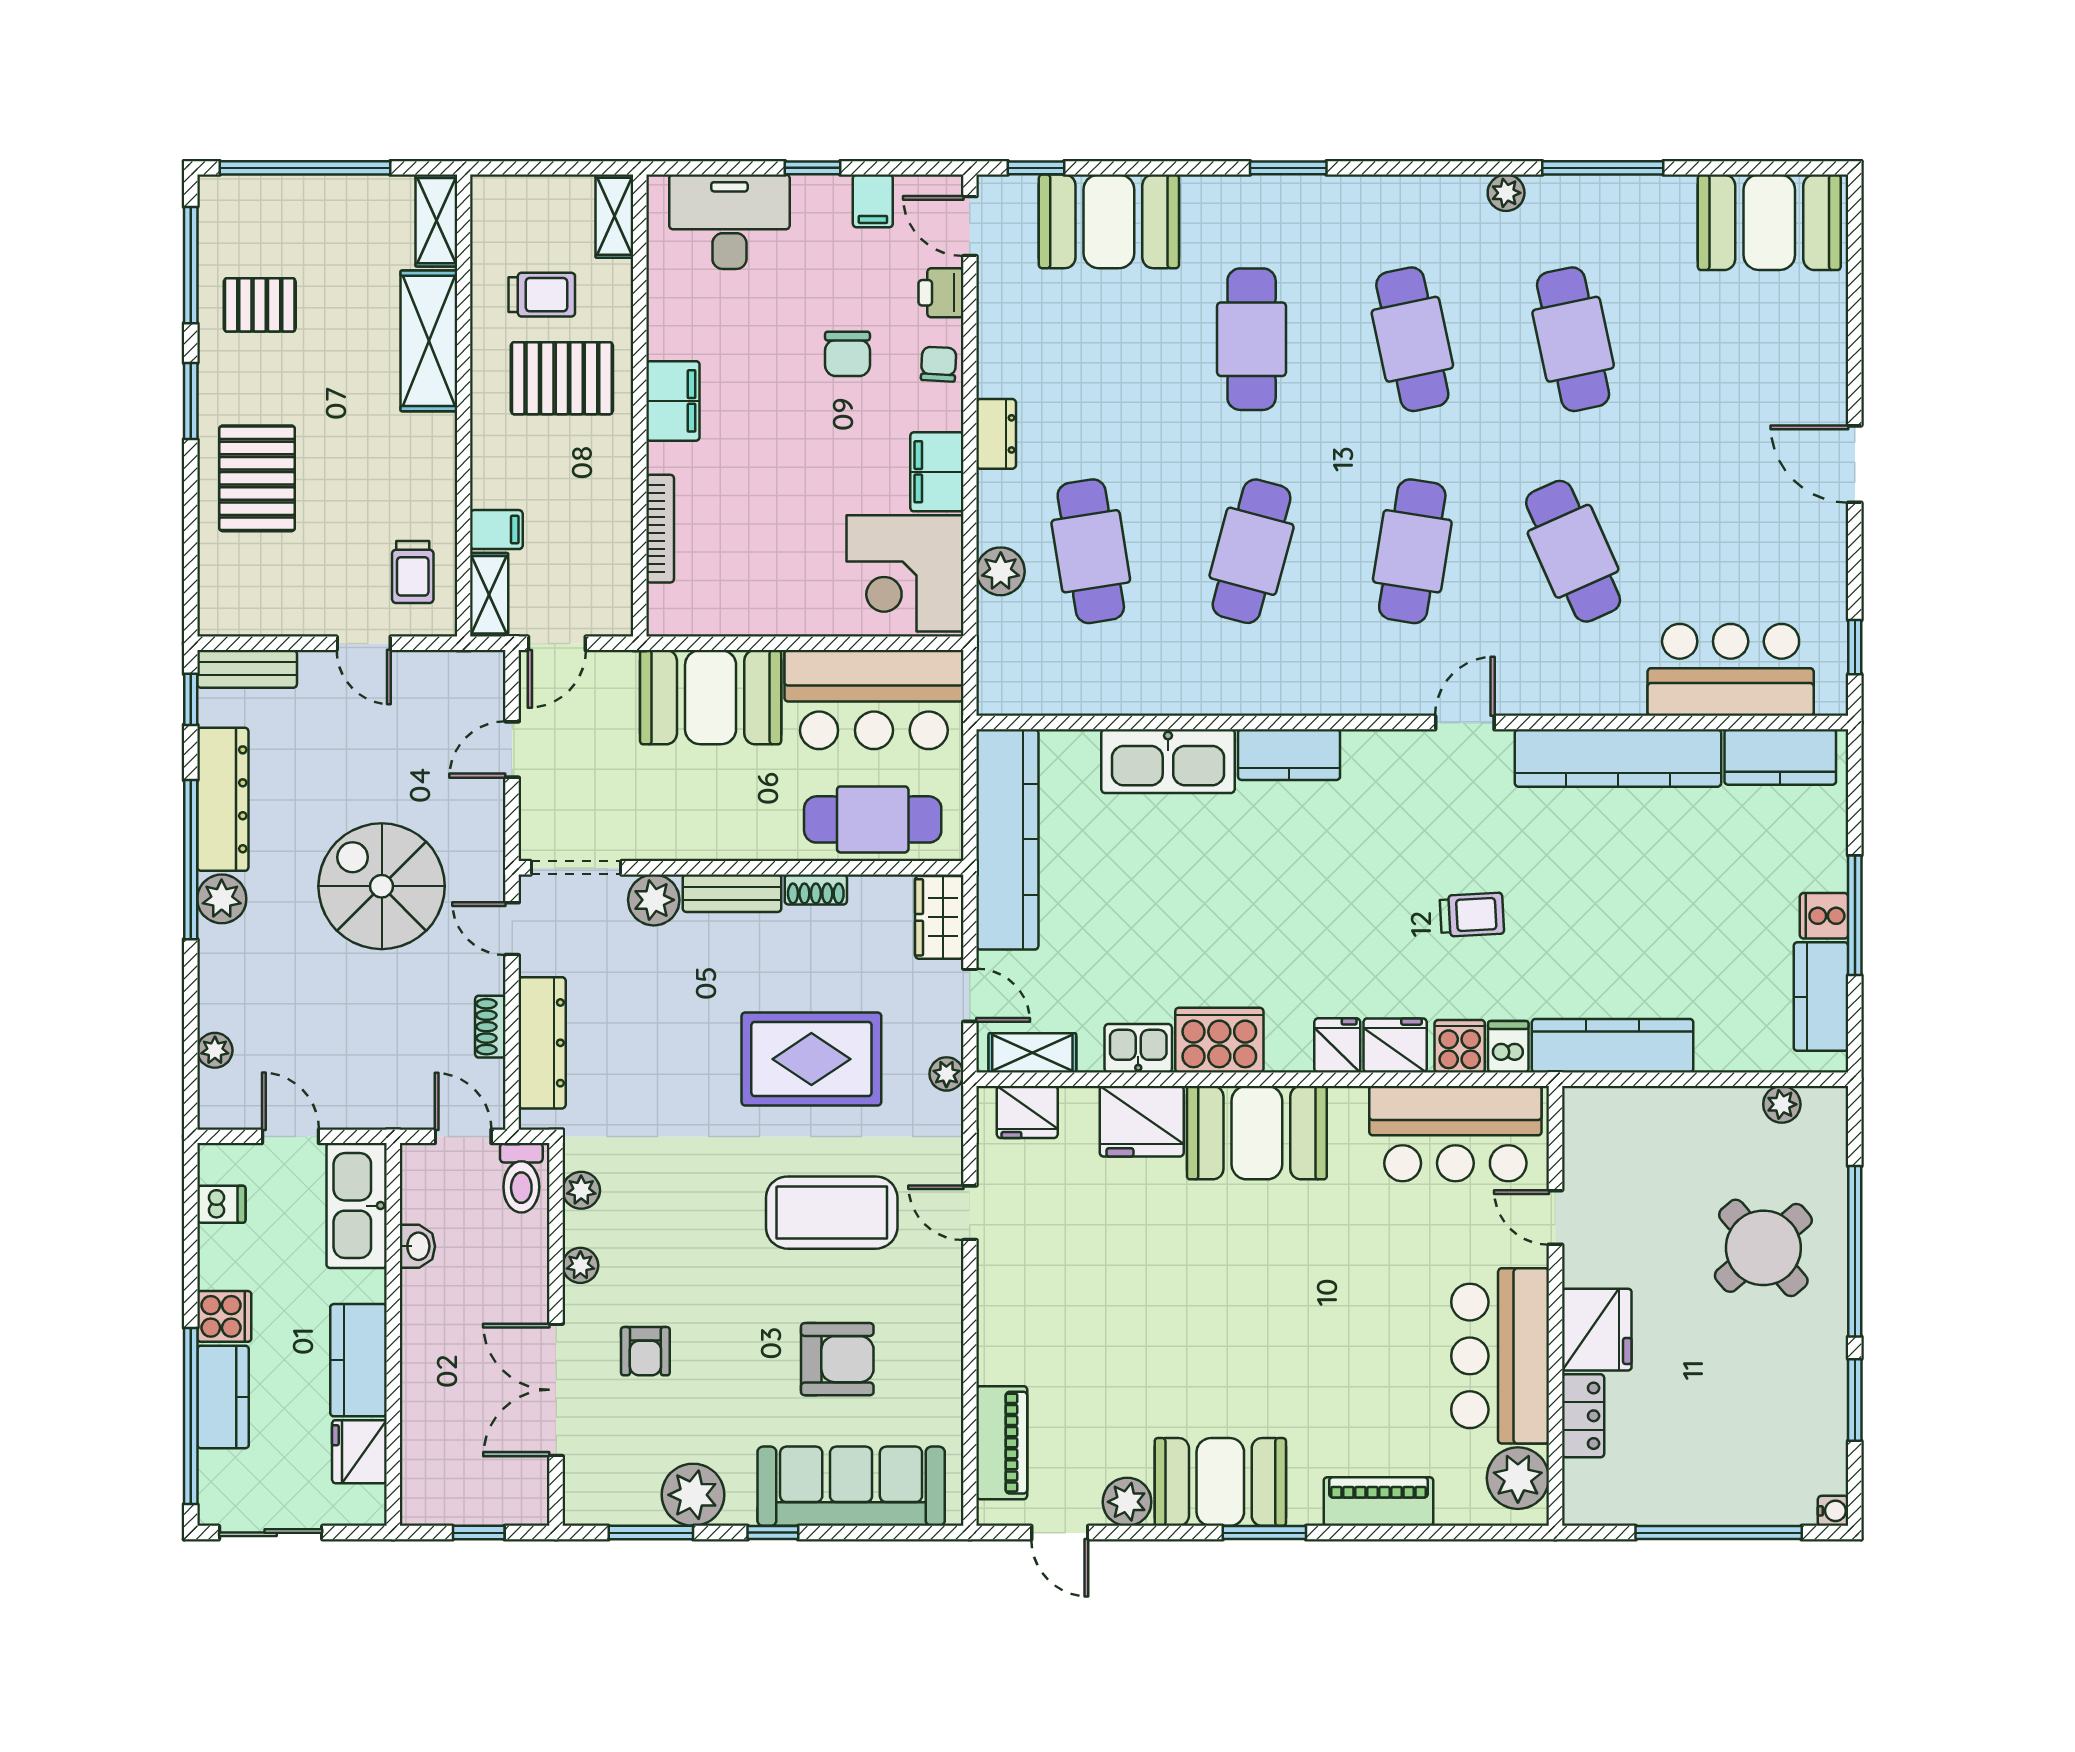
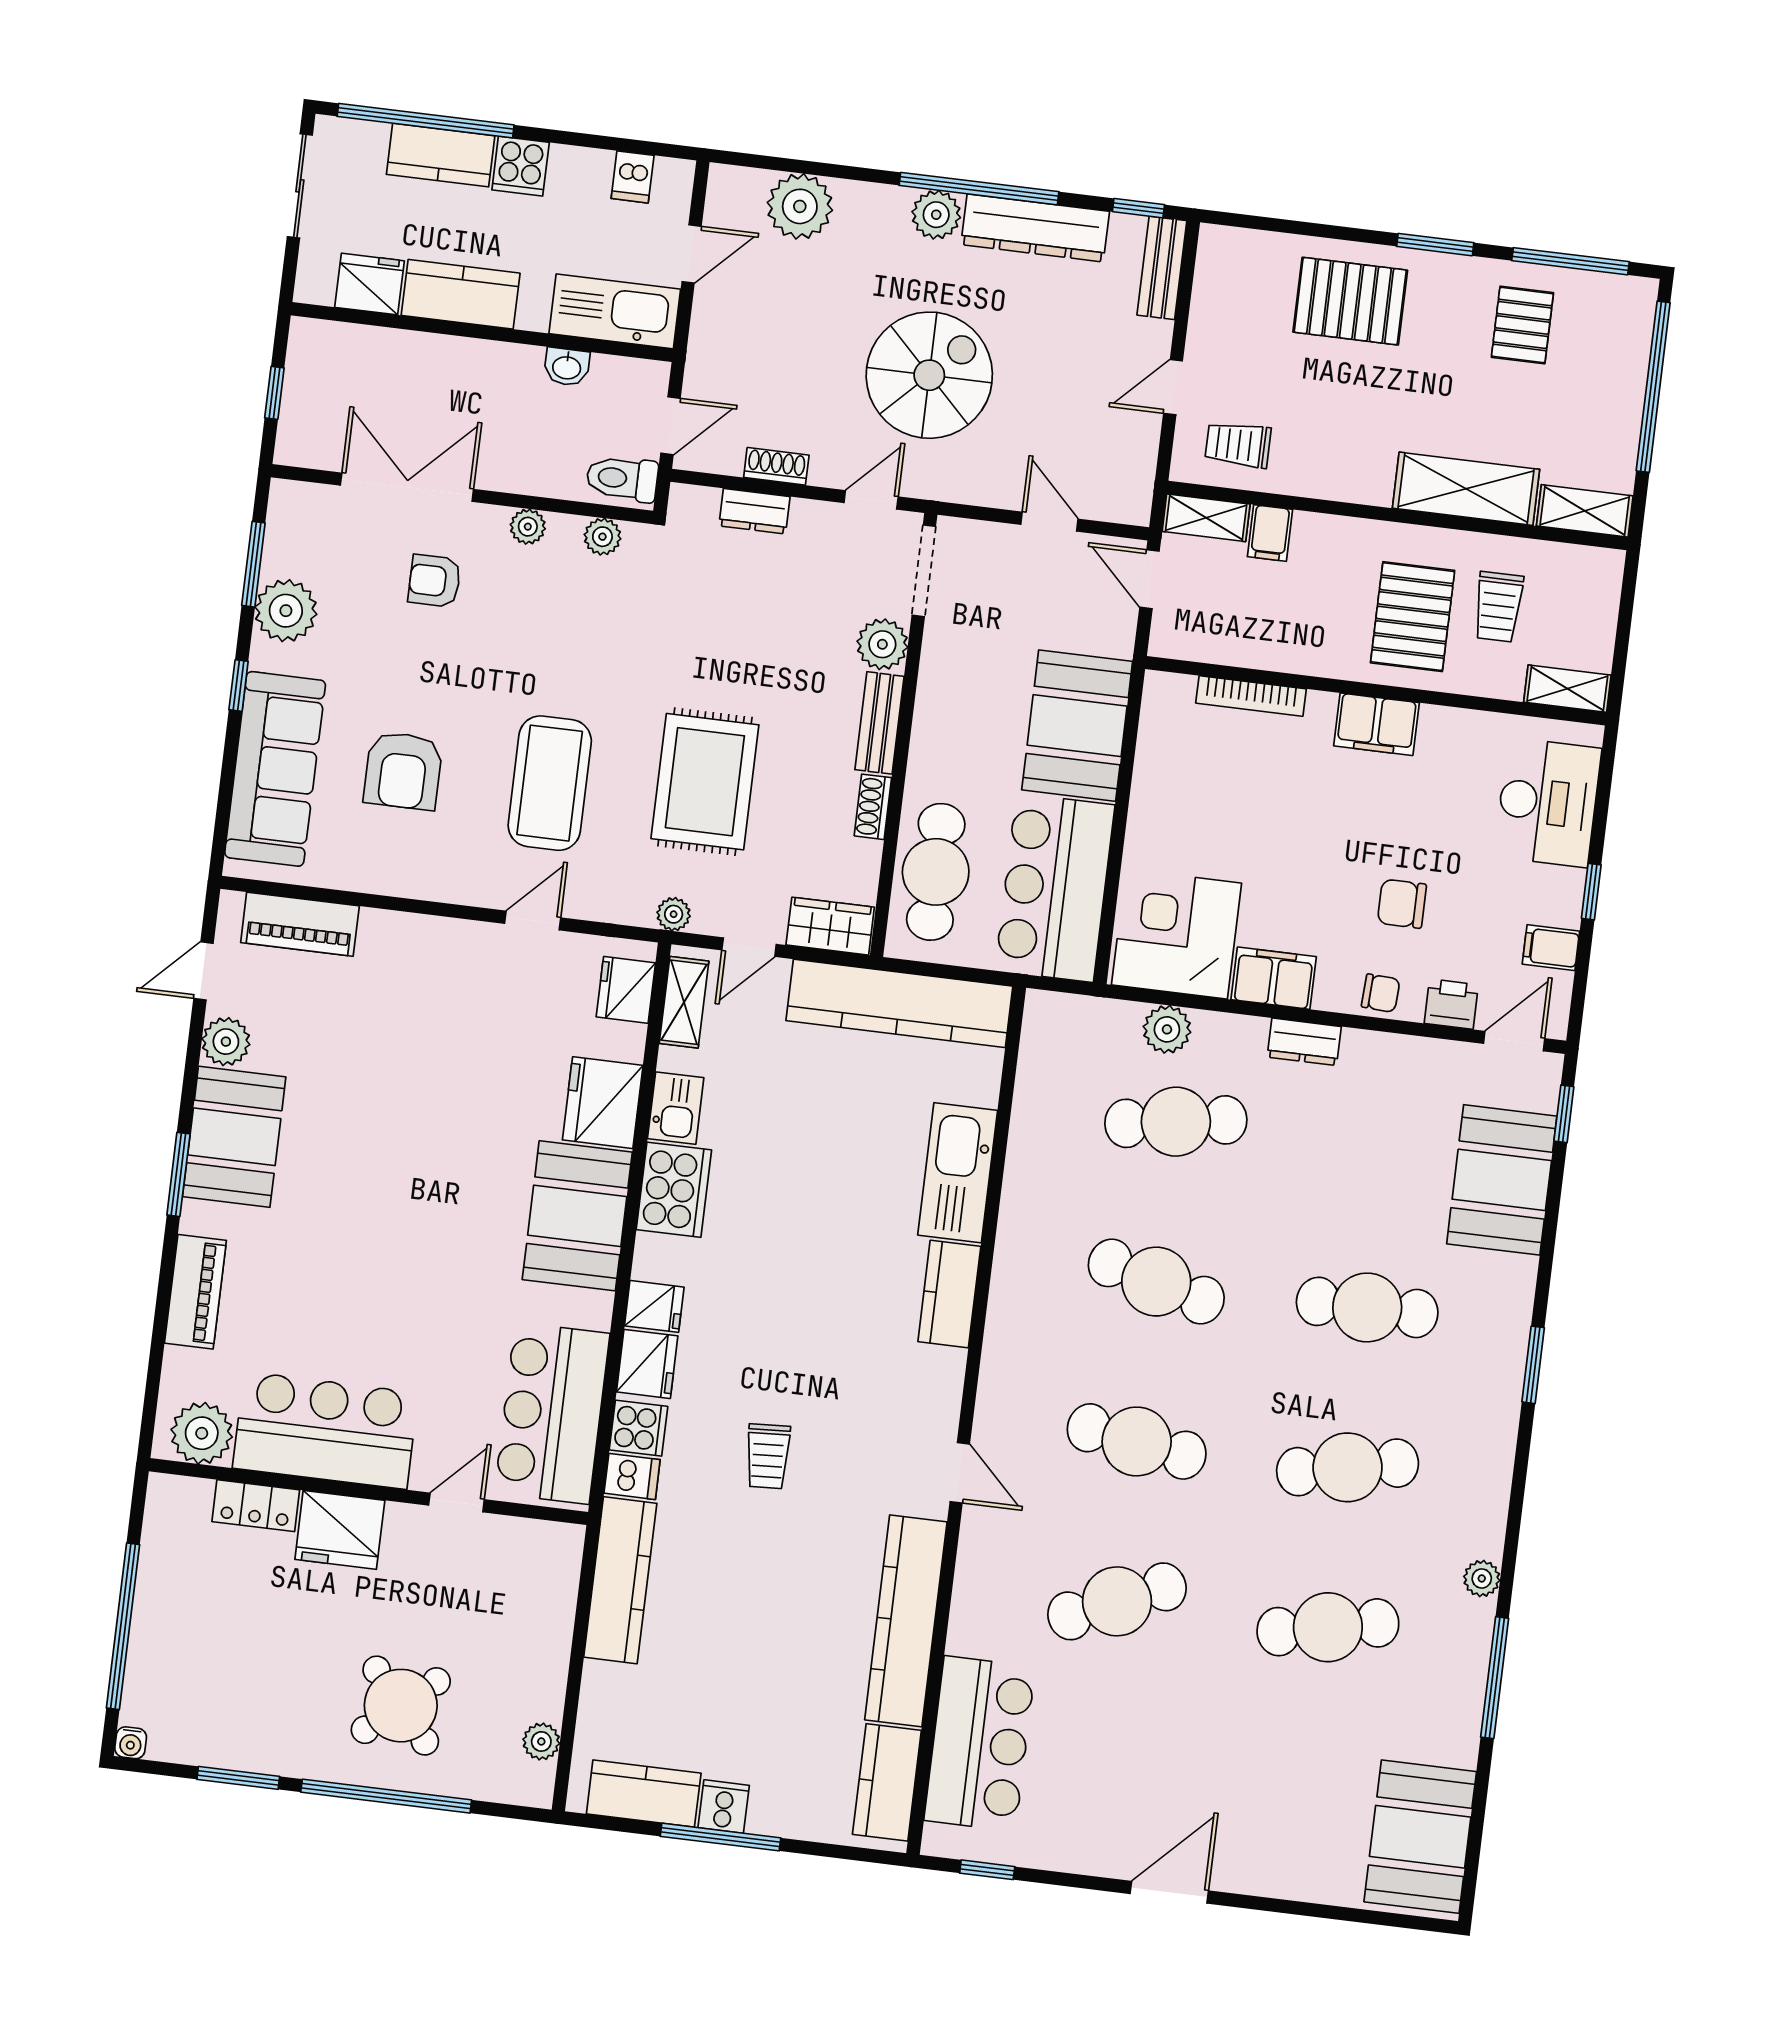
dresser: (542, 1043) -> (754, 511), width x0.51, depth x0.80
plant: (215, 1050) -> (800, 206), width x1.87, depth x1.87

